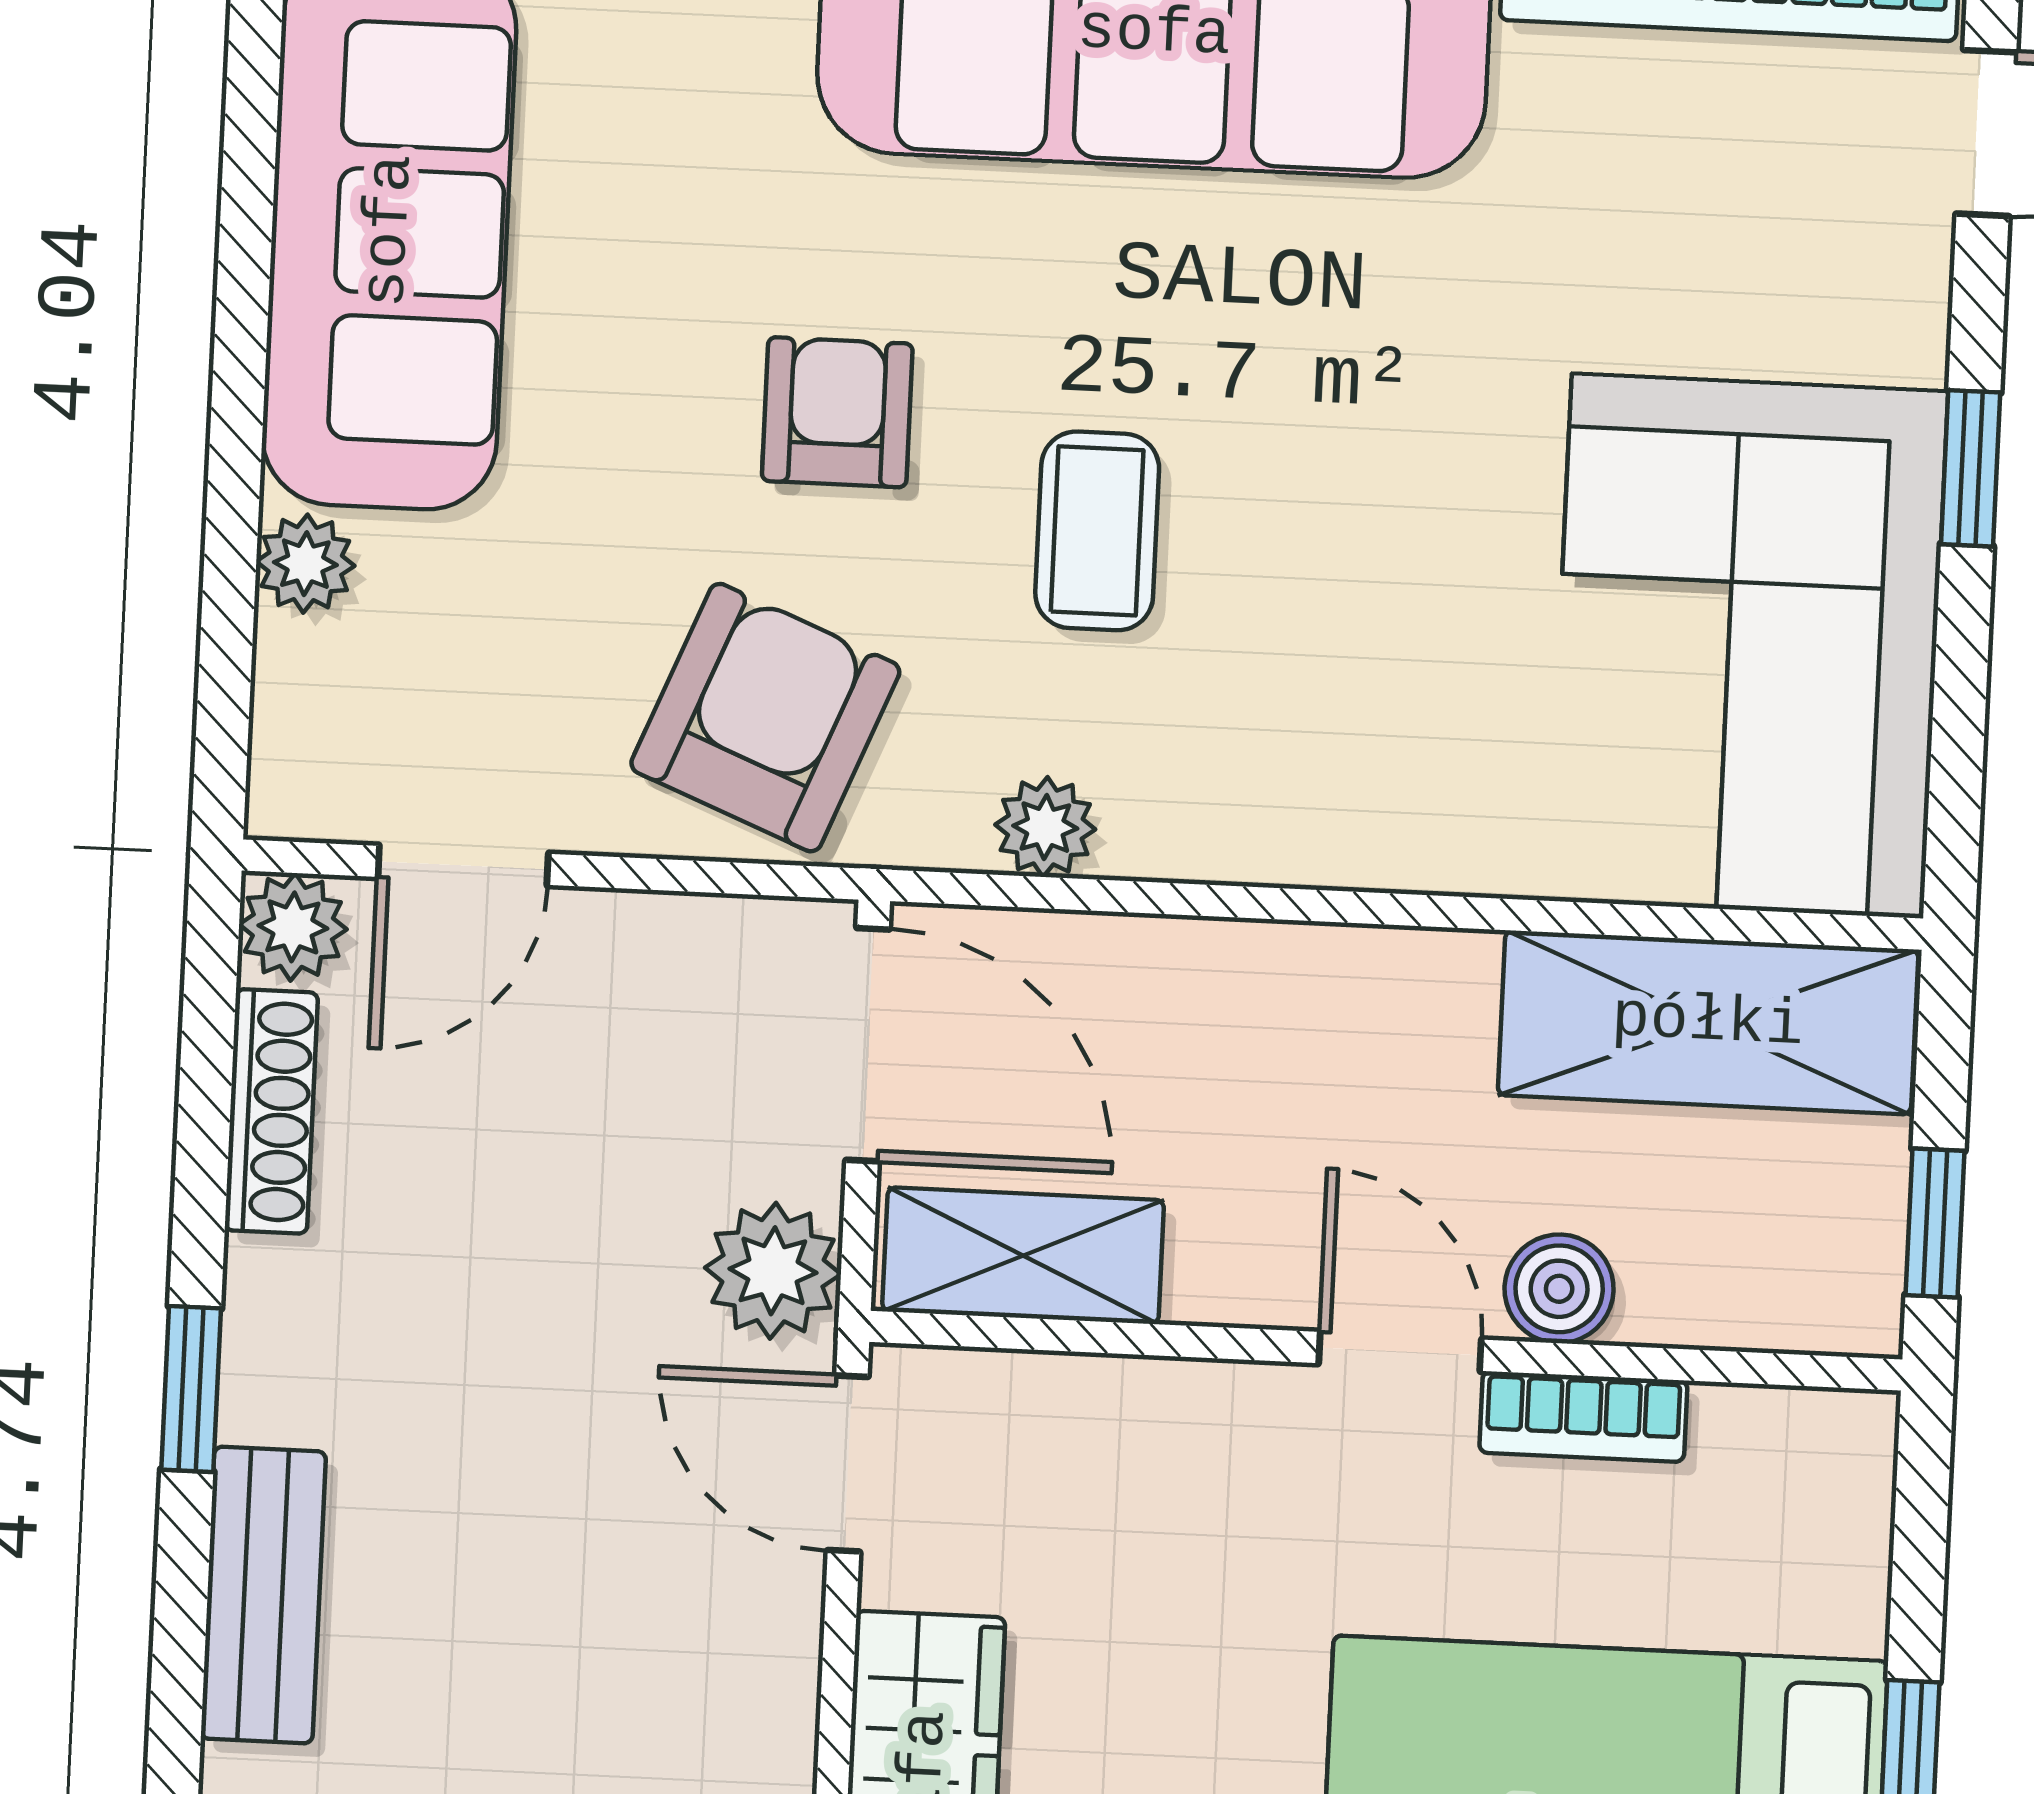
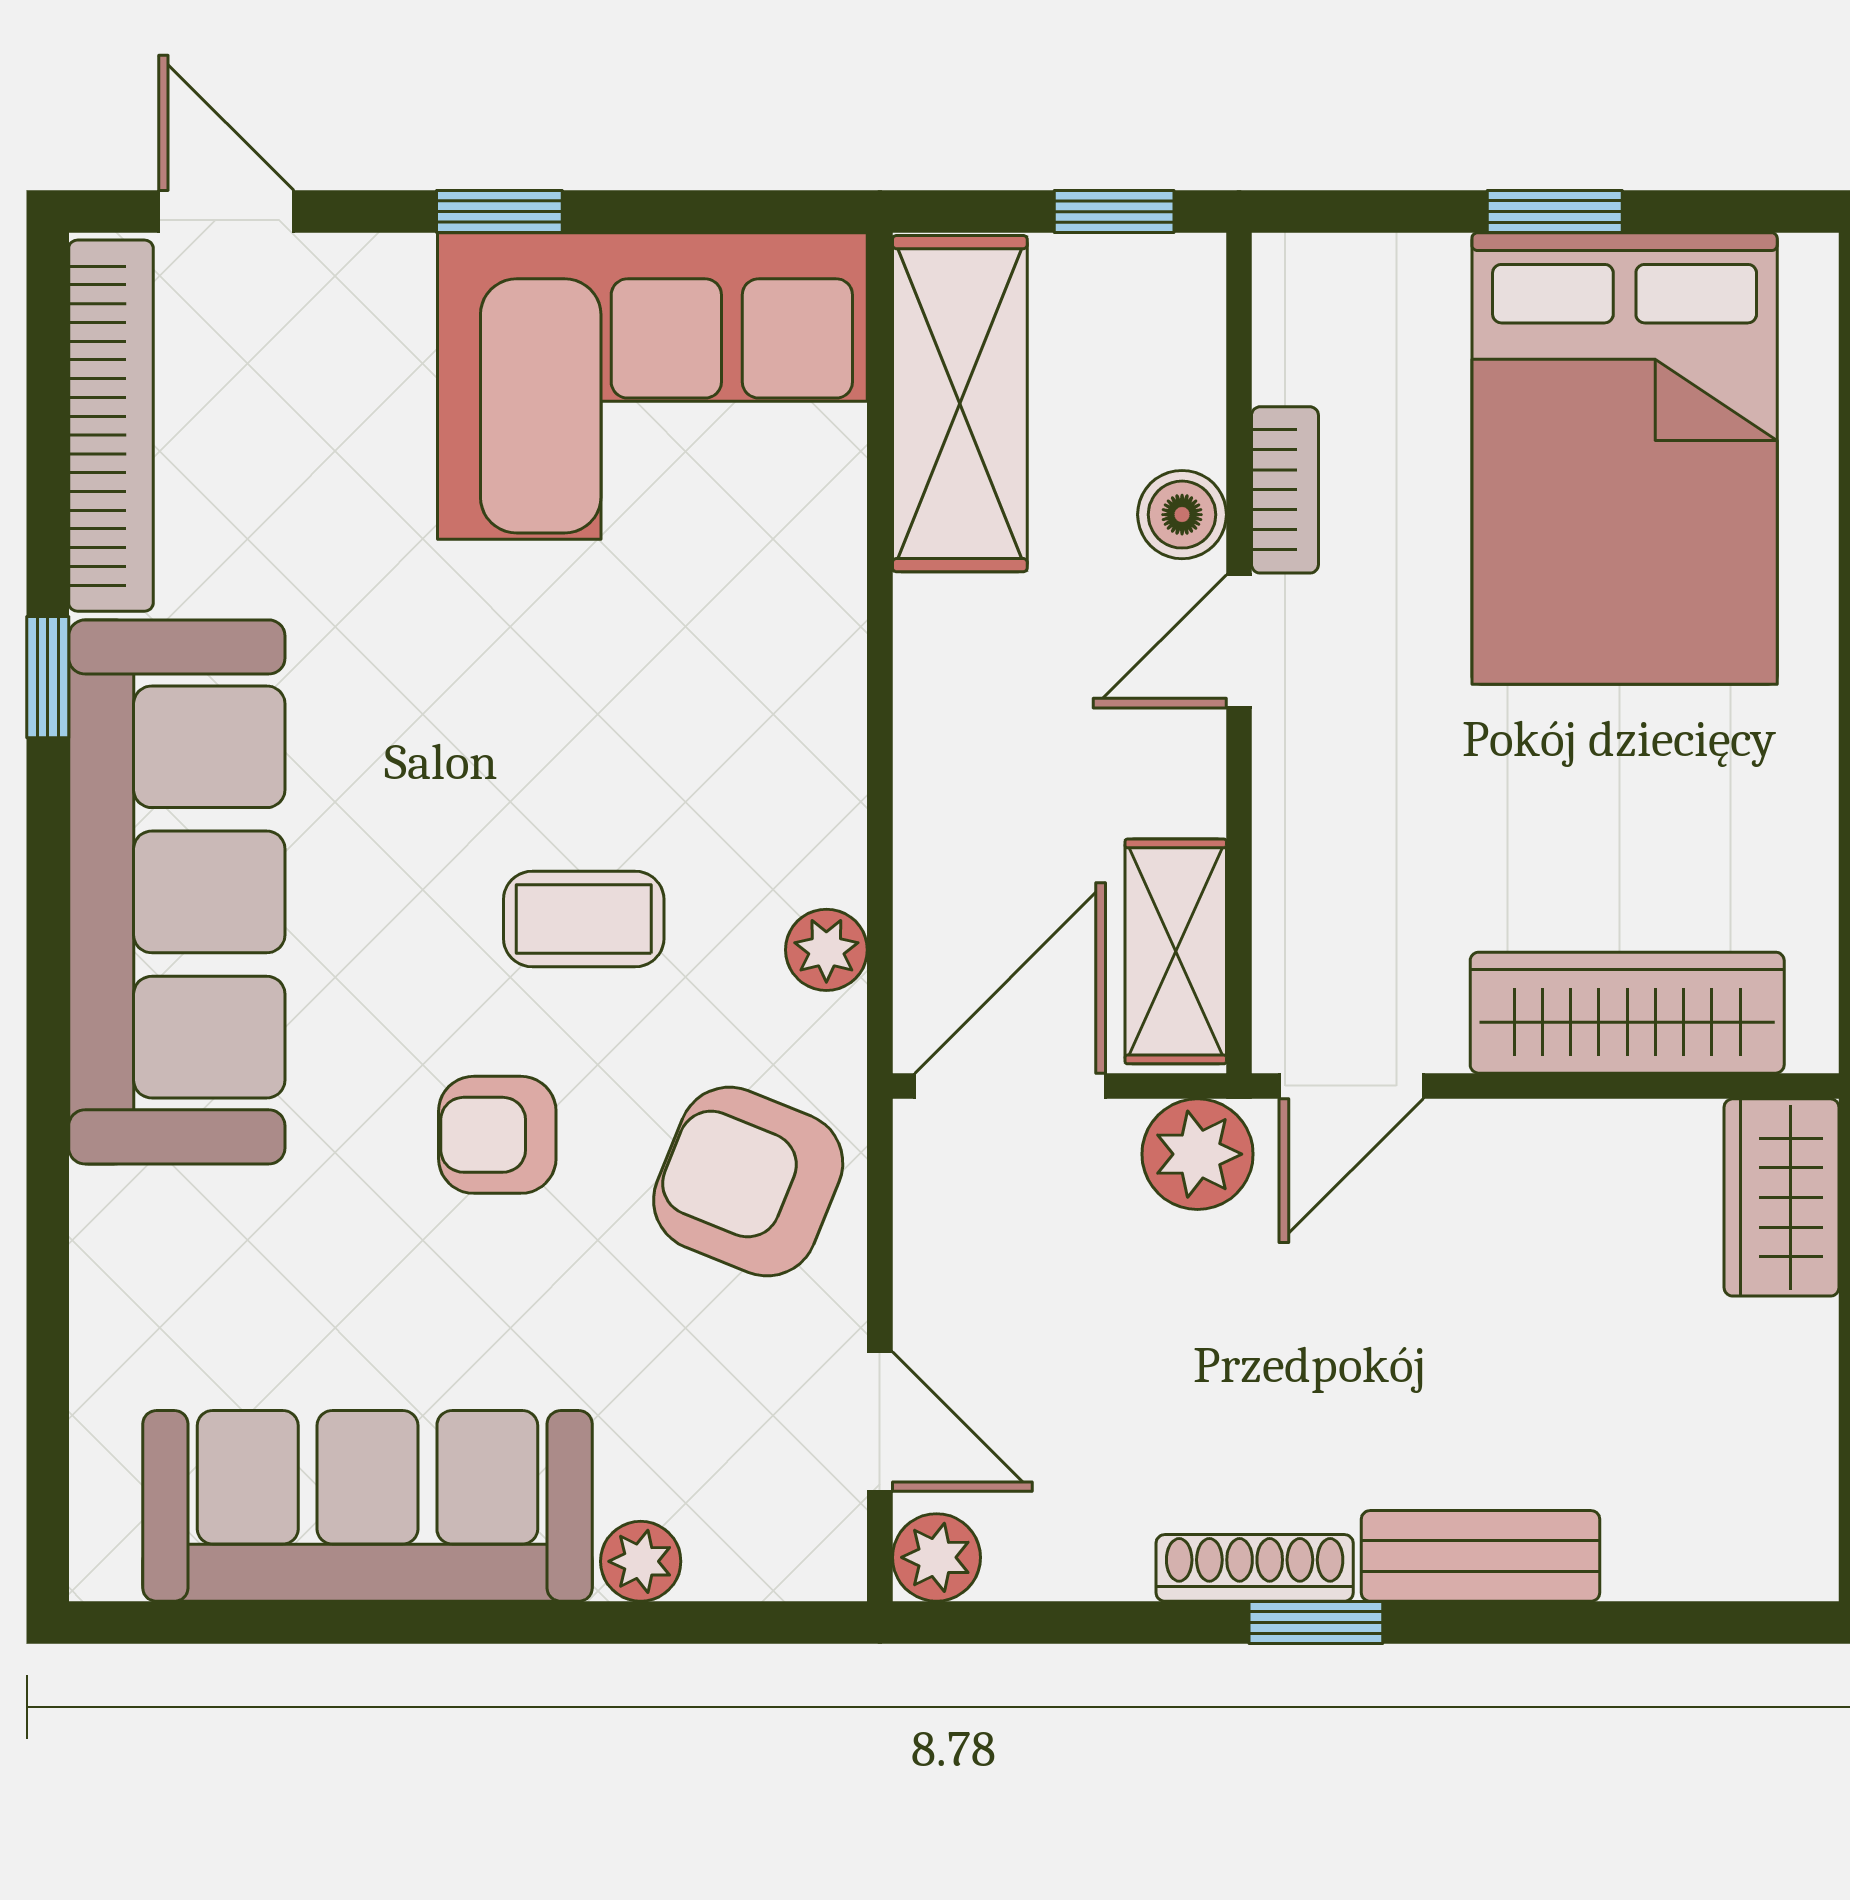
shoe rack: (271, 1111) -> (1255, 1568), moved

